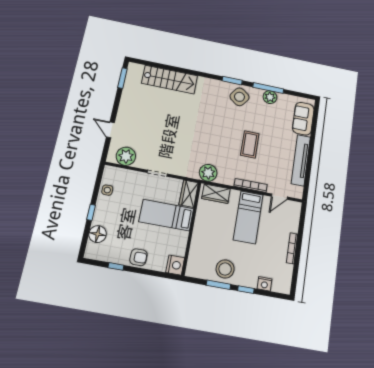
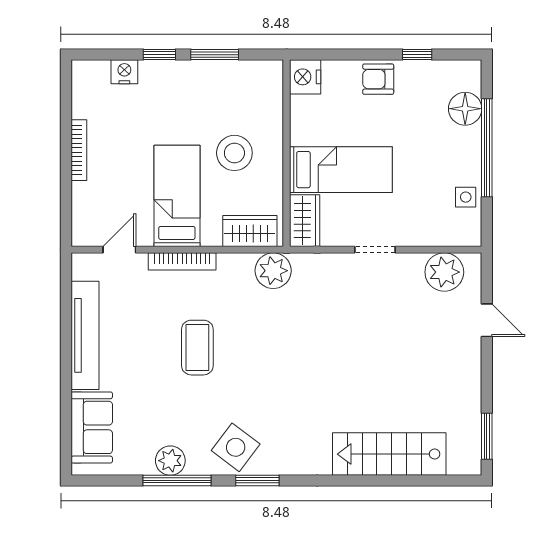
window: (91, 212) -> (487, 148), width x3.17
stool: (225, 269) -> (234, 153), moved

